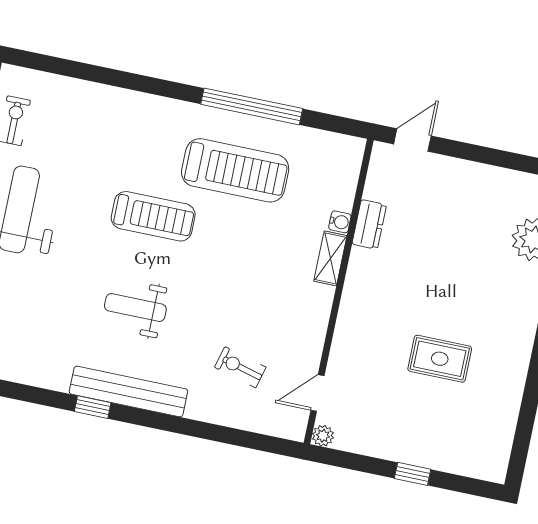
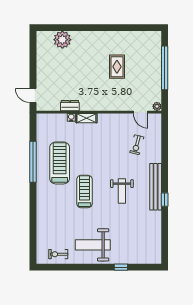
window: (413, 474) -> (165, 68), width x3.17

